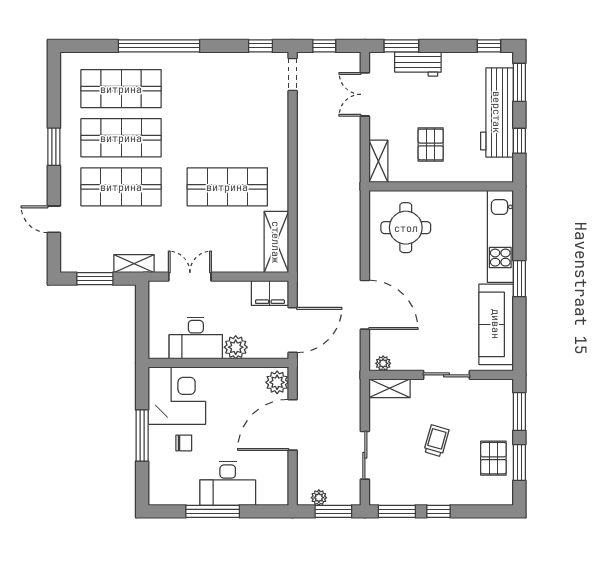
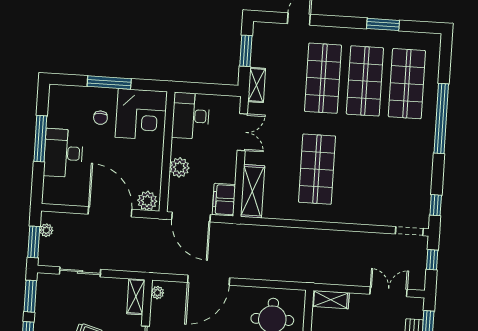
window: (54, 147) -> (383, 24), moved
shelving: (276, 242) -> (252, 191), moved, turned 90
desk: (196, 338) -> (191, 116), moved

